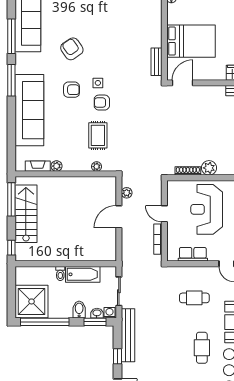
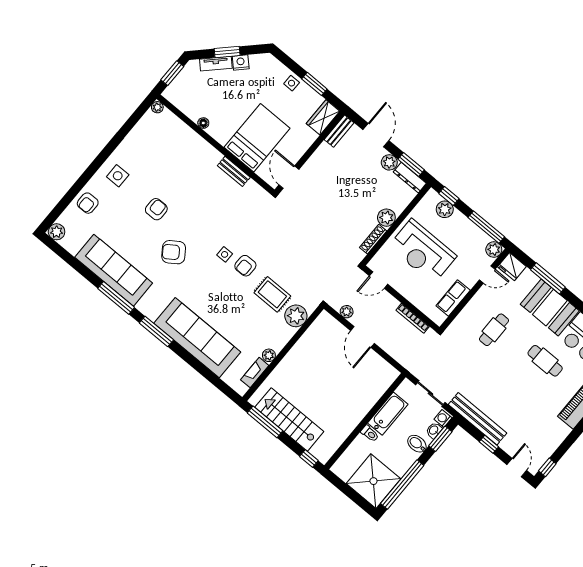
bench: (157, 62) -> (234, 171), moved
armchair: (71, 90) -> (156, 209), moved
plant: (97, 167) -> (296, 316), width x1.88, depth x1.88
door: (164, 214) -> (379, 280), moved

